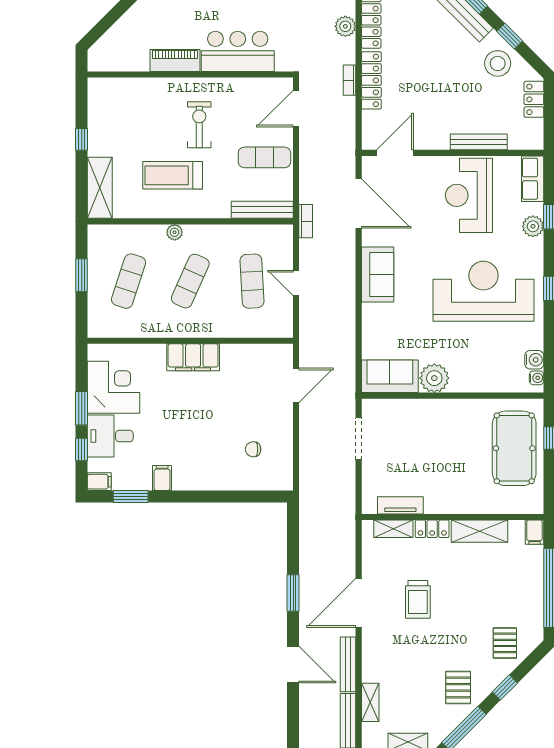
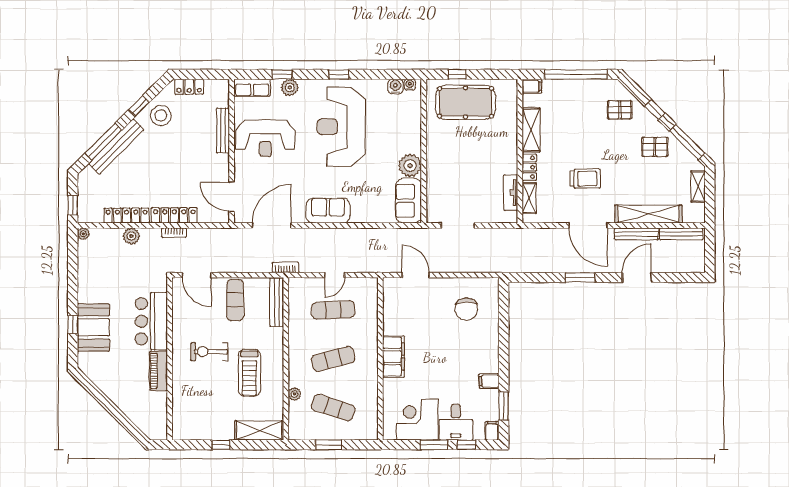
plant: (175, 232) -> (295, 394), moved
exercise mat: (190, 281) -> (333, 359), turned -39
chair: (253, 449) -> (466, 309), width x1.87, depth x1.87
shelving: (370, 702) -> (648, 214), width x2.20, depth x1.33

